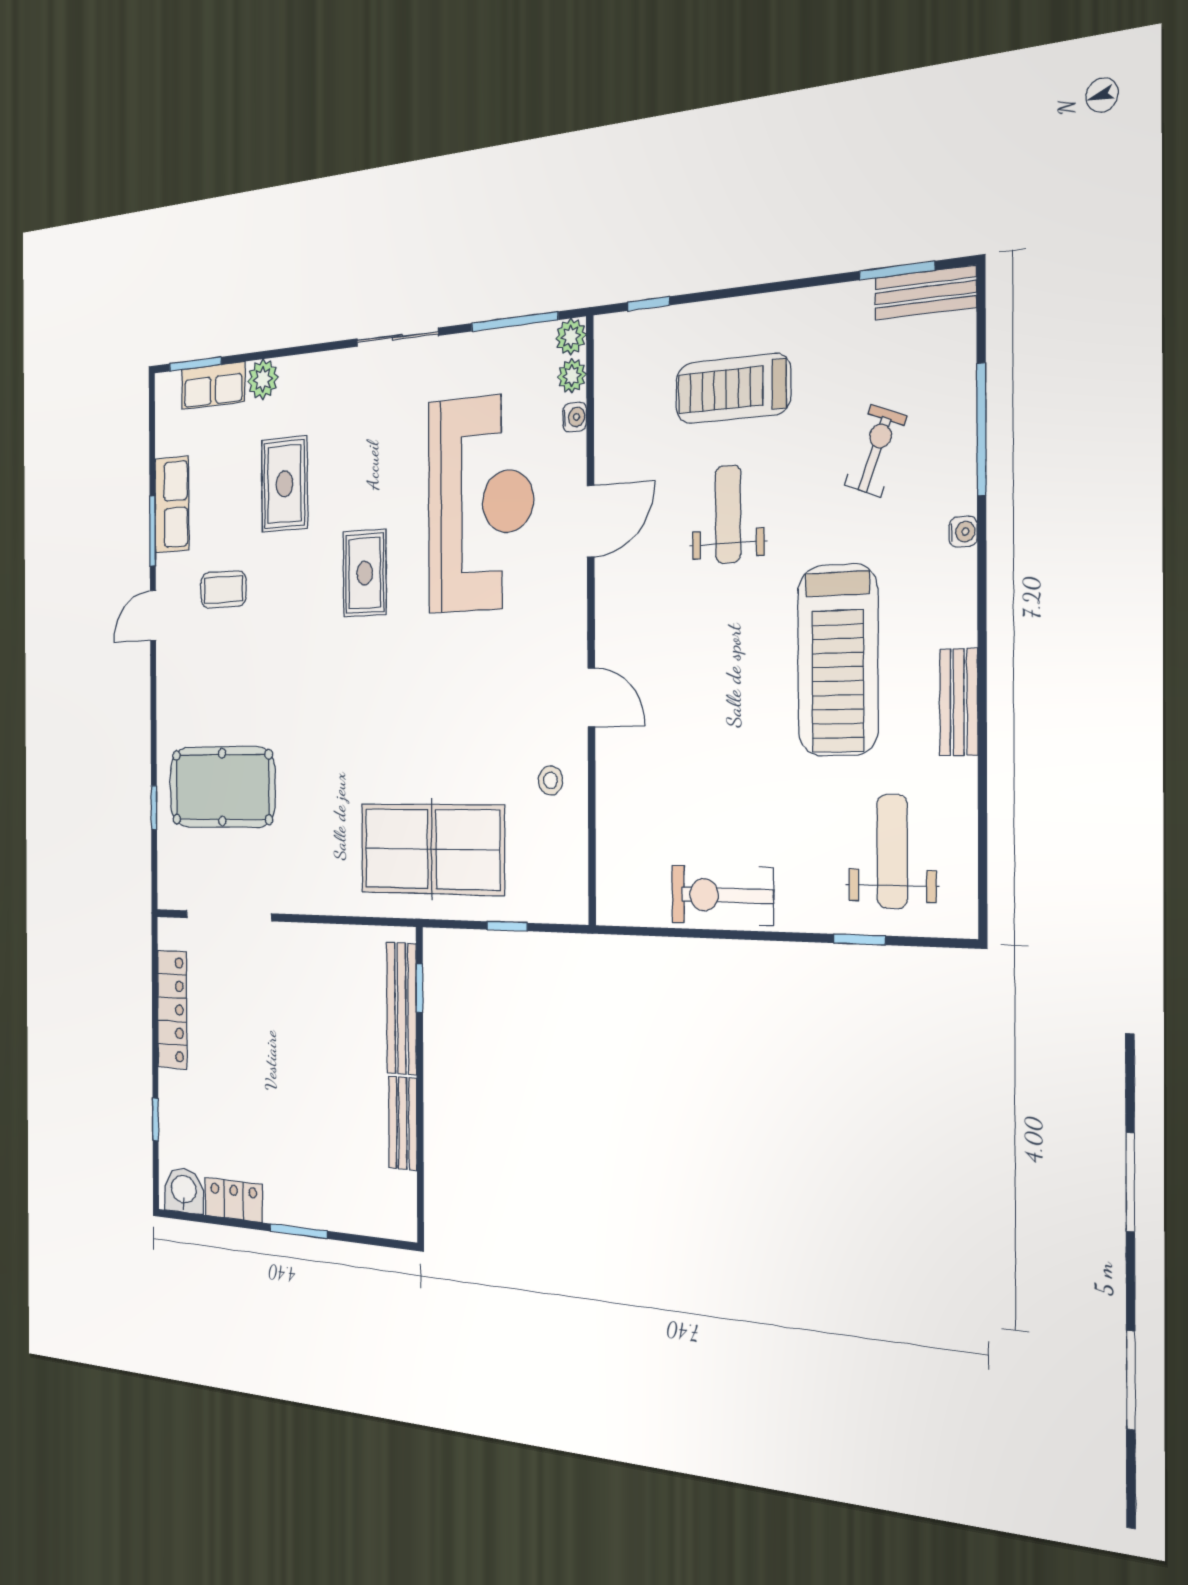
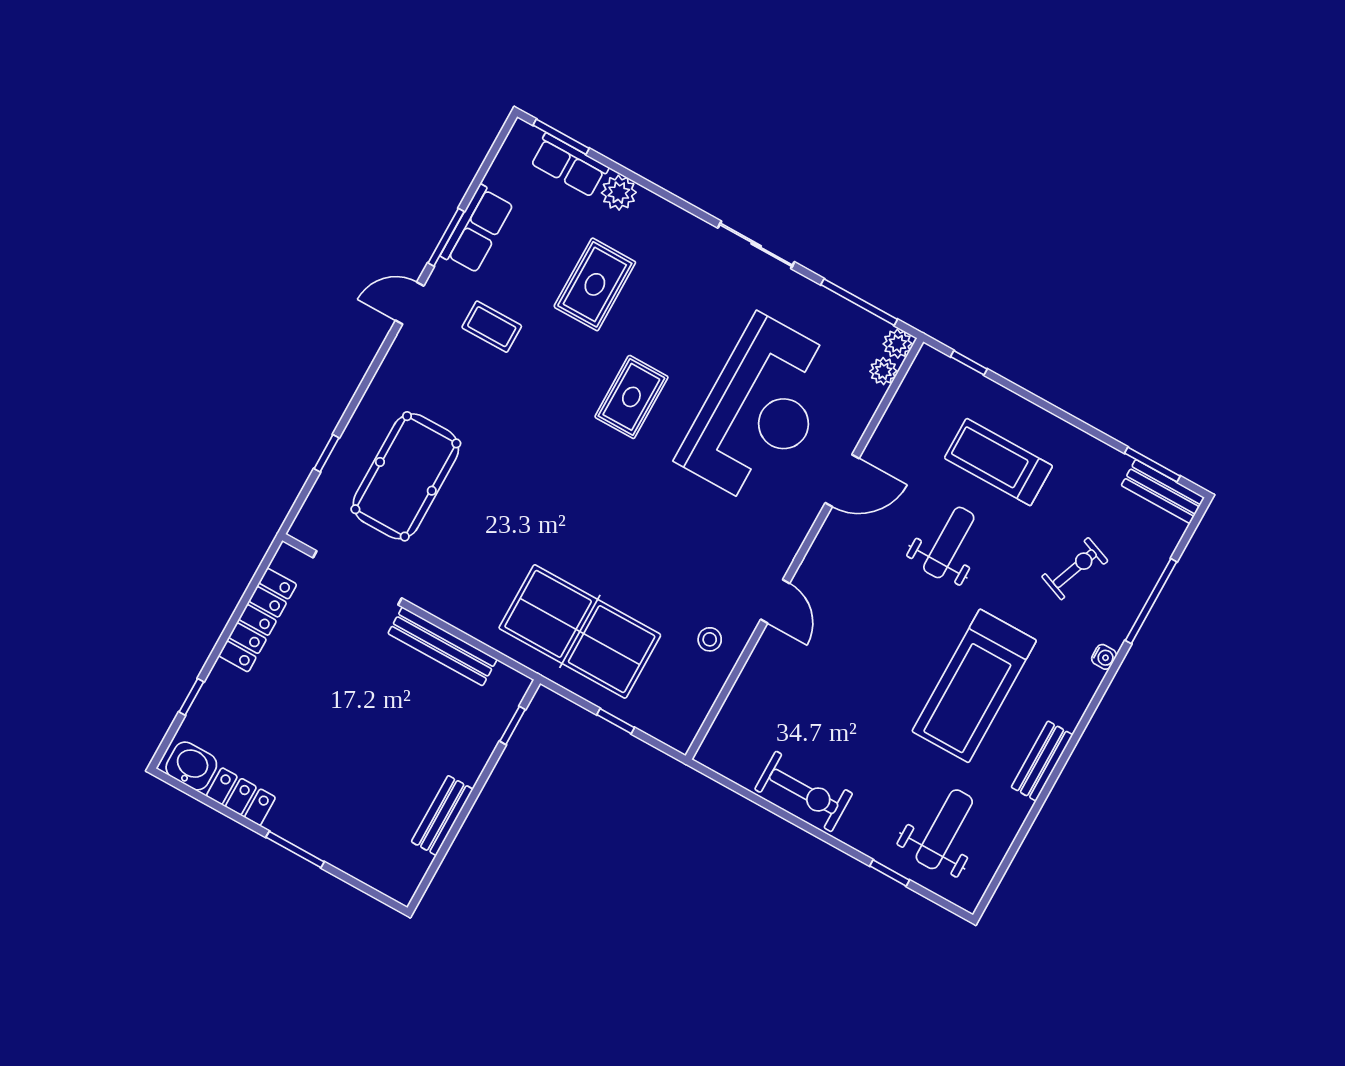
water cooler: (575, 417) -> (870, 401), removed
pool table: (222, 787) -> (406, 476), turned 90
exercise bike: (722, 895) -> (804, 791), turned 180
bench: (402, 1008) -> (442, 646), moved, turned 90

